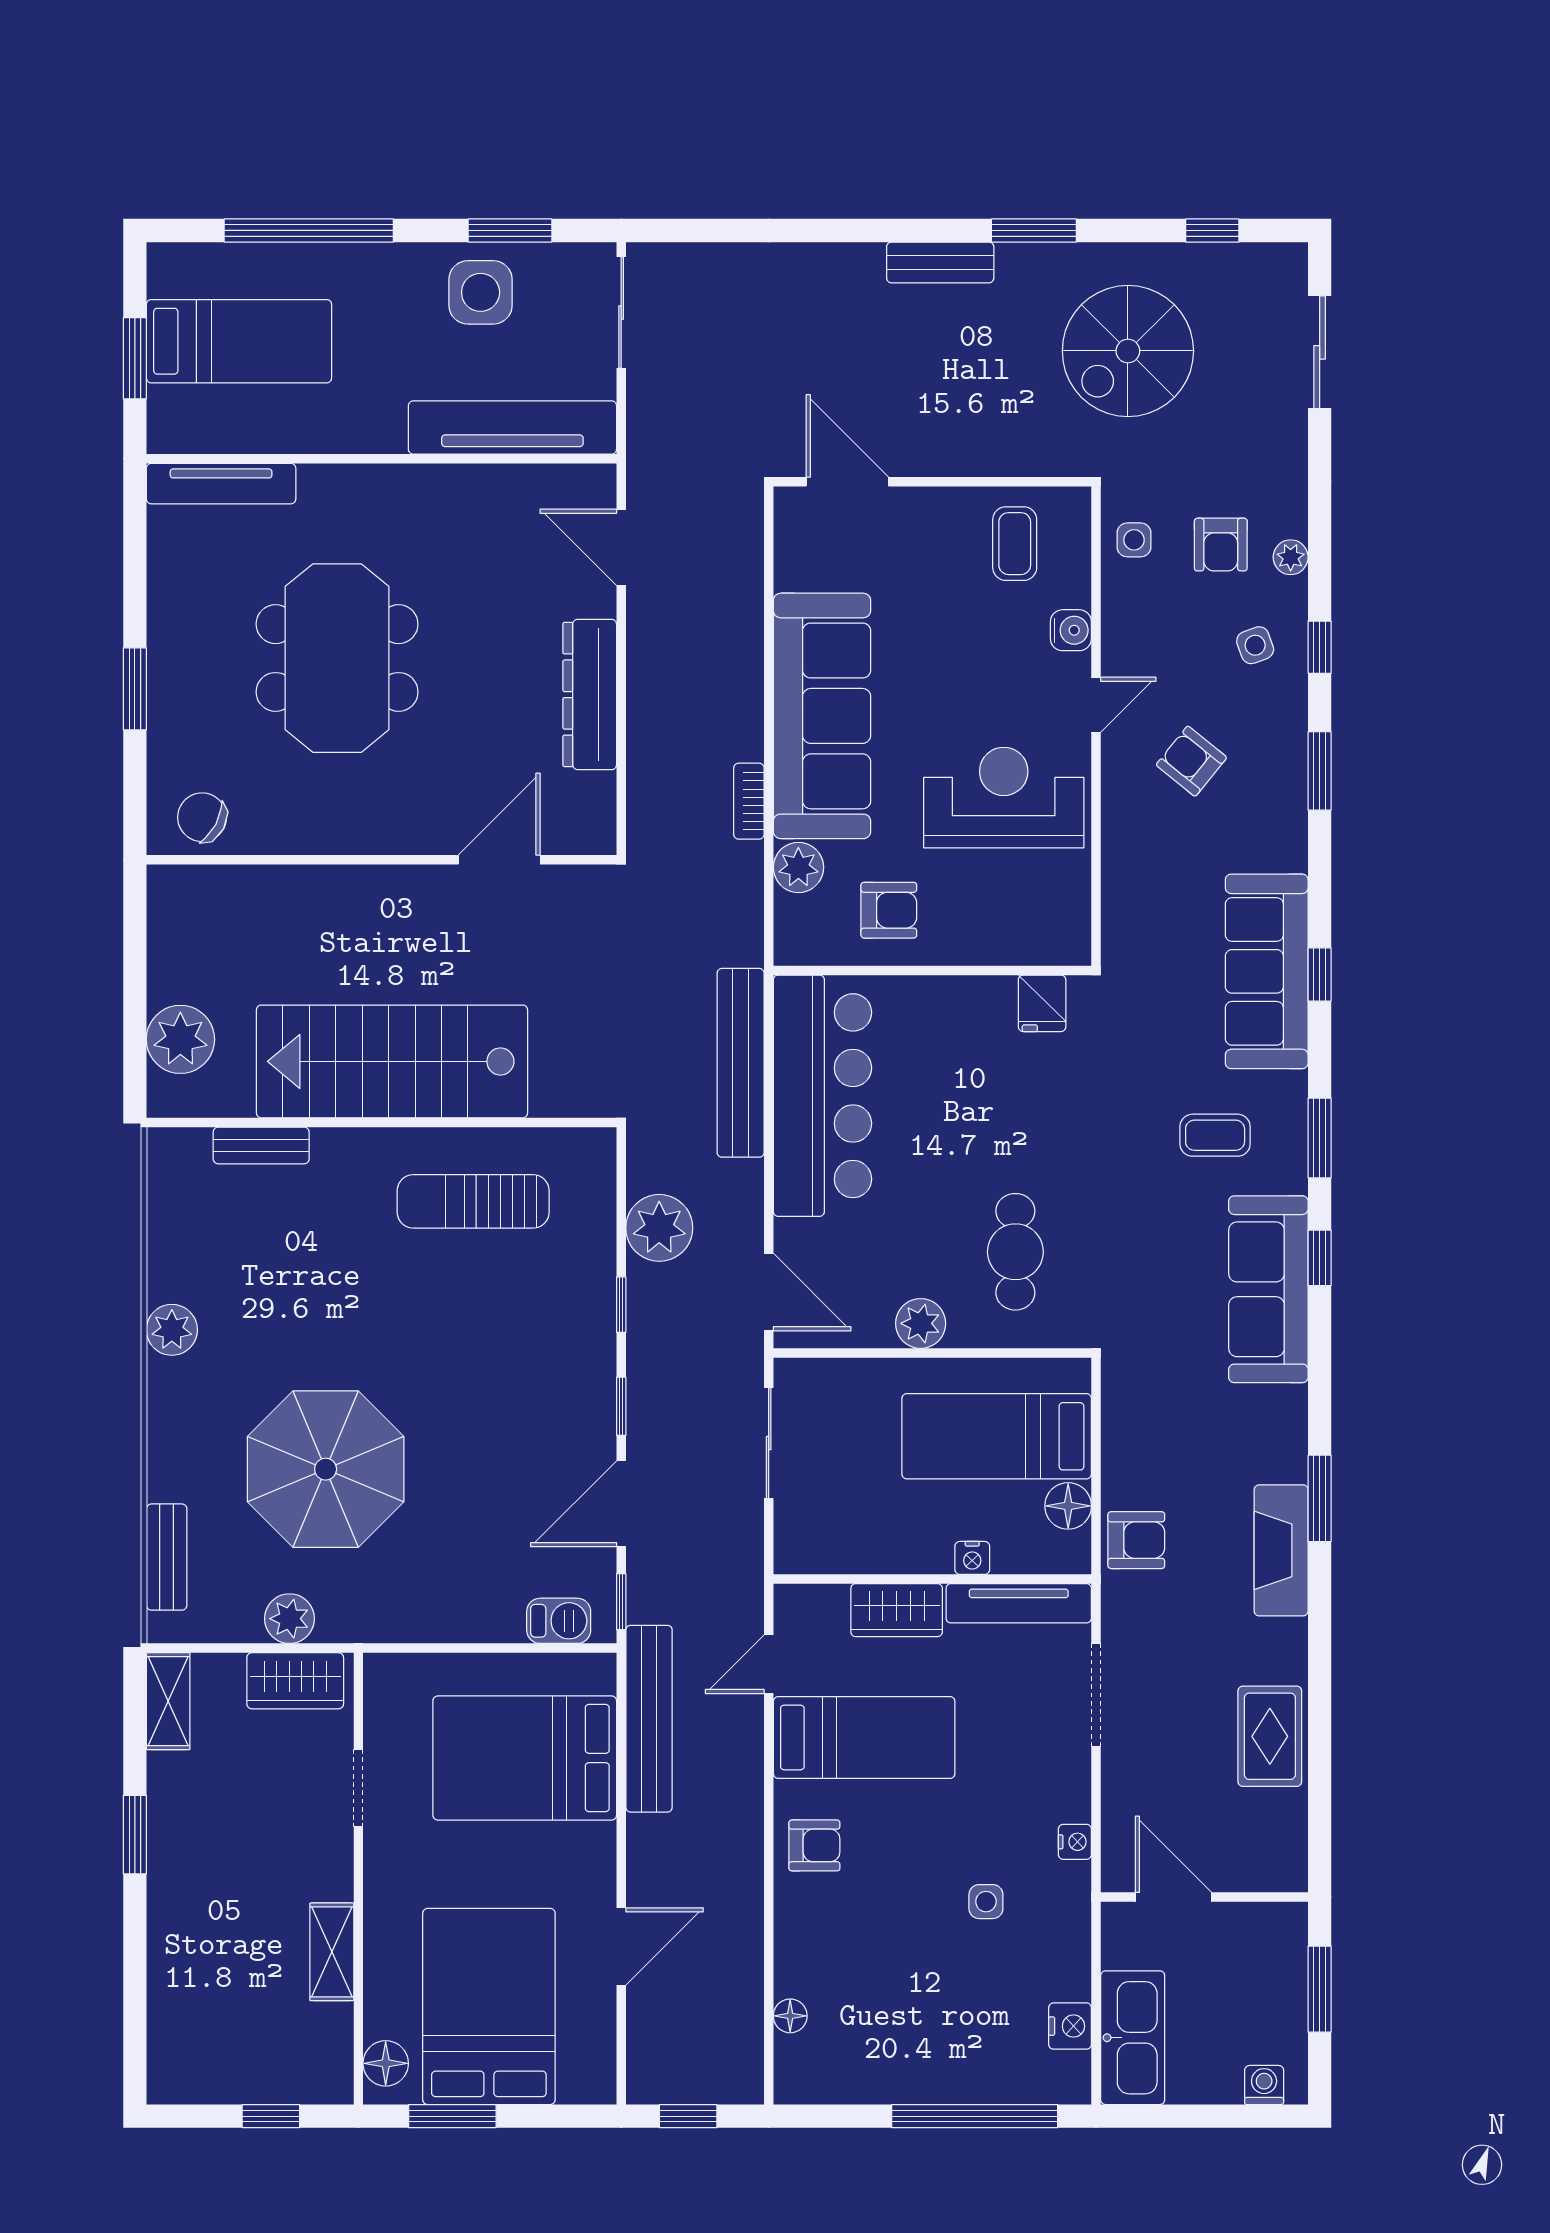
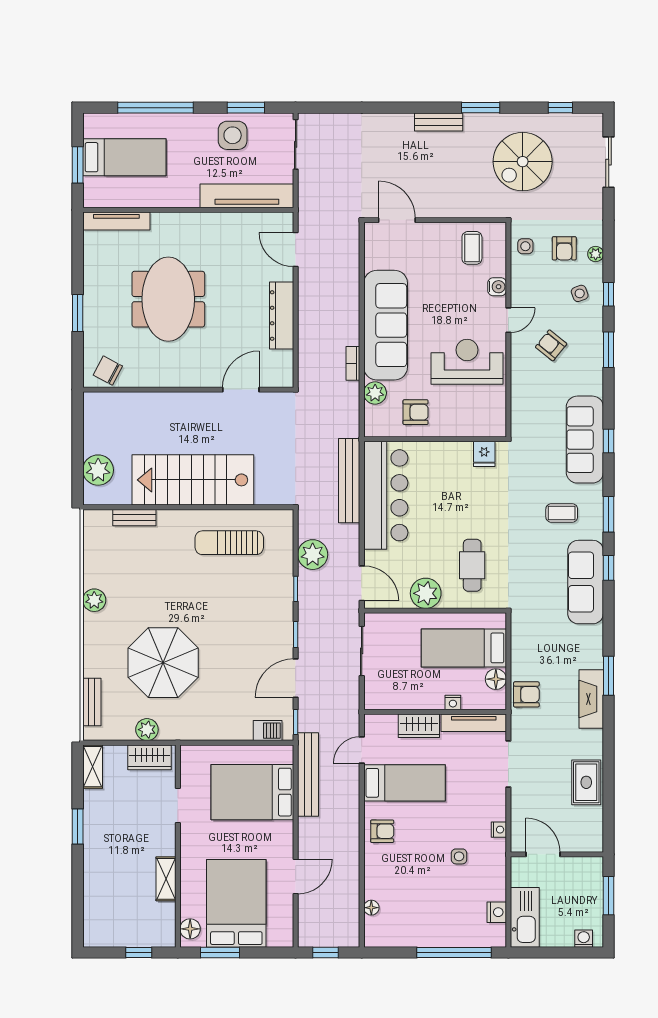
plant: (921, 1323) -> (426, 593), width x1.36, depth x1.36

